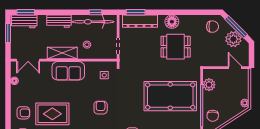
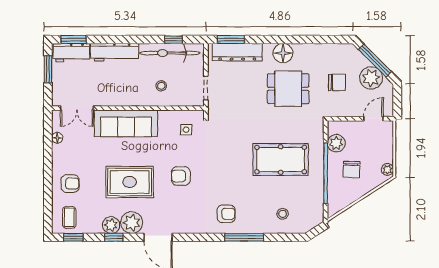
workbench: (59, 21) -> (115, 52), width x1.37
chair: (213, 27) -> (337, 82), moved
shelving: (62, 53) -> (126, 98), removed
door: (235, 68) -> (374, 119), hinge flipped
sofa: (68, 71) -> (126, 123), width x1.36
pool table: (170, 96) -> (281, 160), width x0.73, depth x0.76
armchair: (101, 108) -> (181, 176), turned -90
rug: (52, 114) -> (130, 182), moved
chair: (213, 116) -> (351, 169), moved

